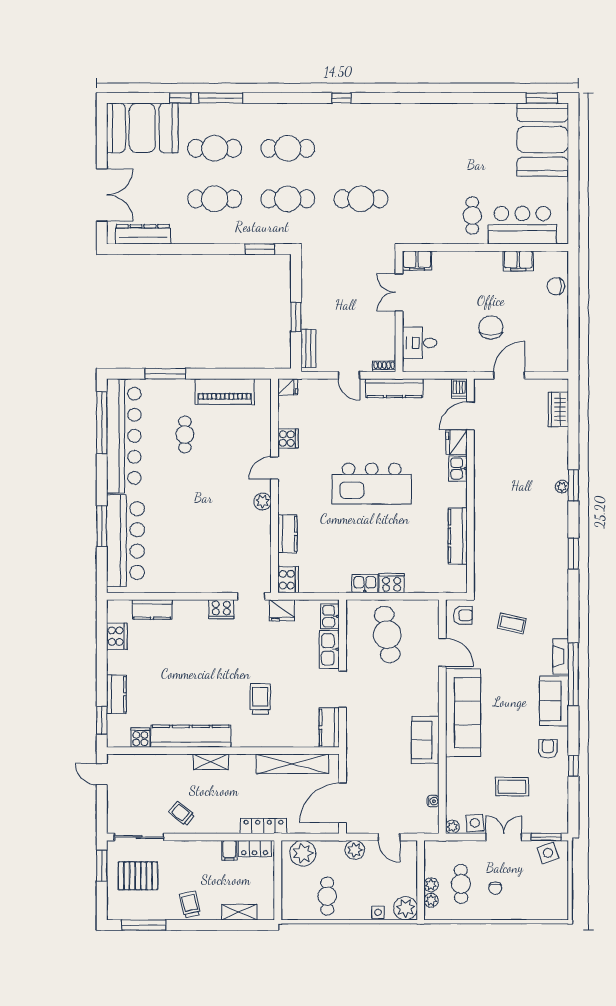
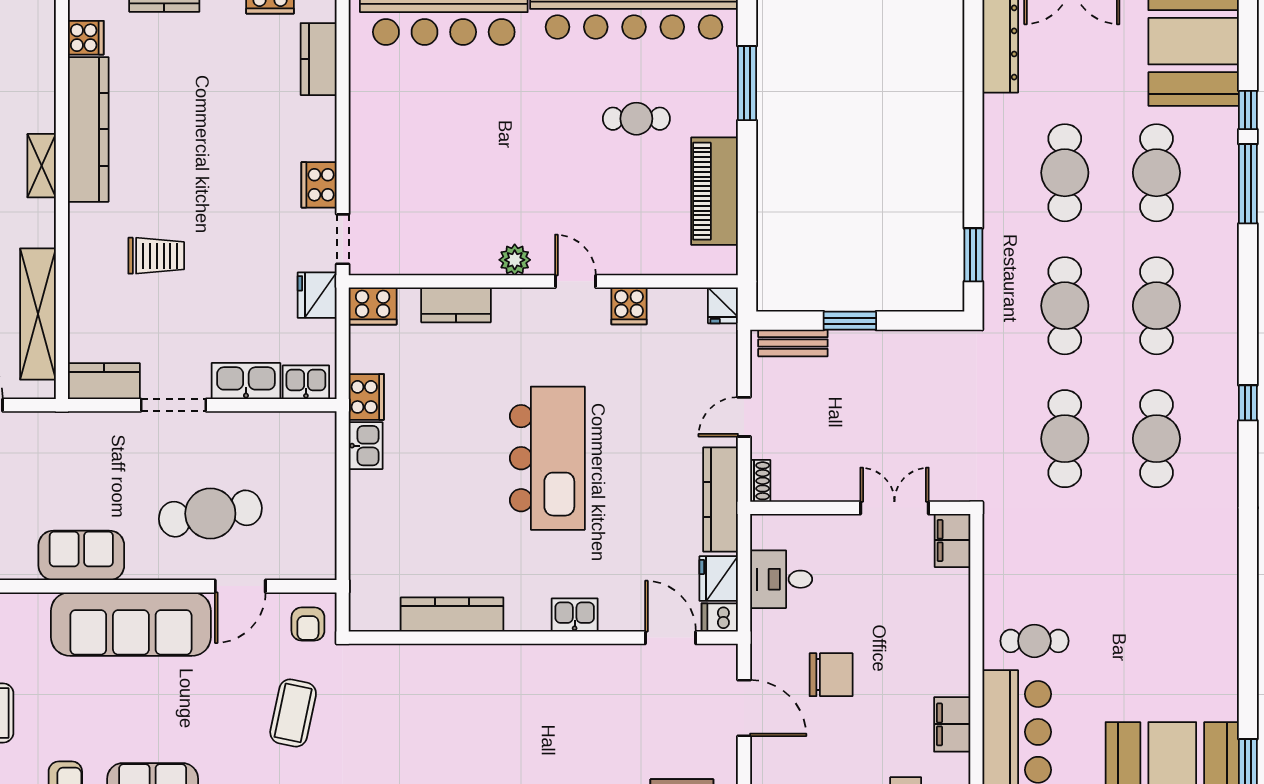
cafe table: (361, 148) -> (1156, 439), added
desk: (419, 343) -> (781, 579), moved, turned -90
fridge: (457, 442) -> (719, 579), moved, turned -90
kitchen island: (372, 484) -> (547, 458), turned 180
cooker: (392, 583) -> (366, 397), moved
coffee table: (512, 623) -> (293, 713), width x1.36, depth x1.30
cafe table: (387, 635) -> (210, 514), moved

